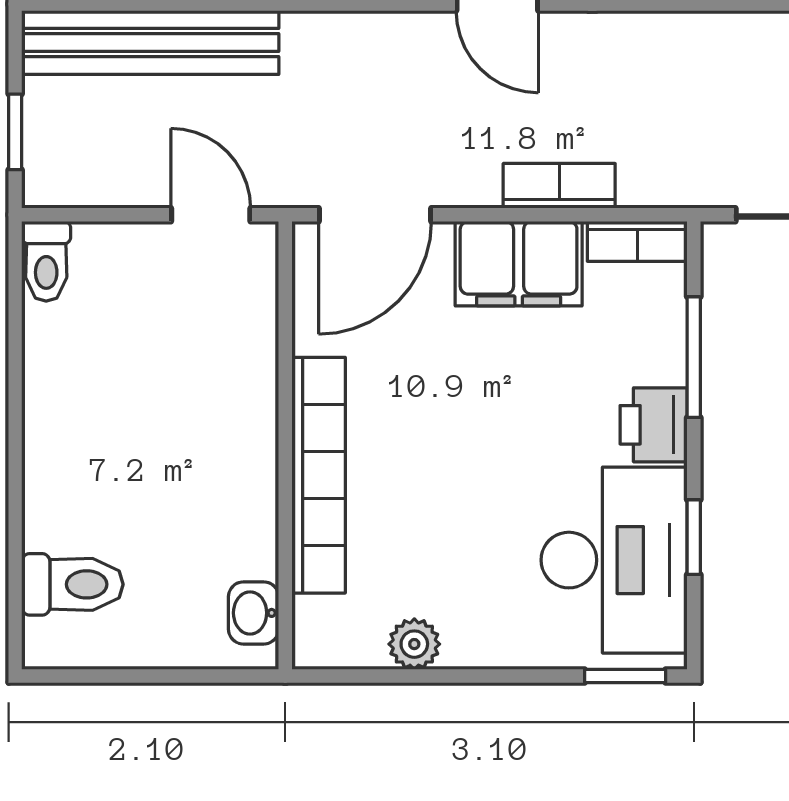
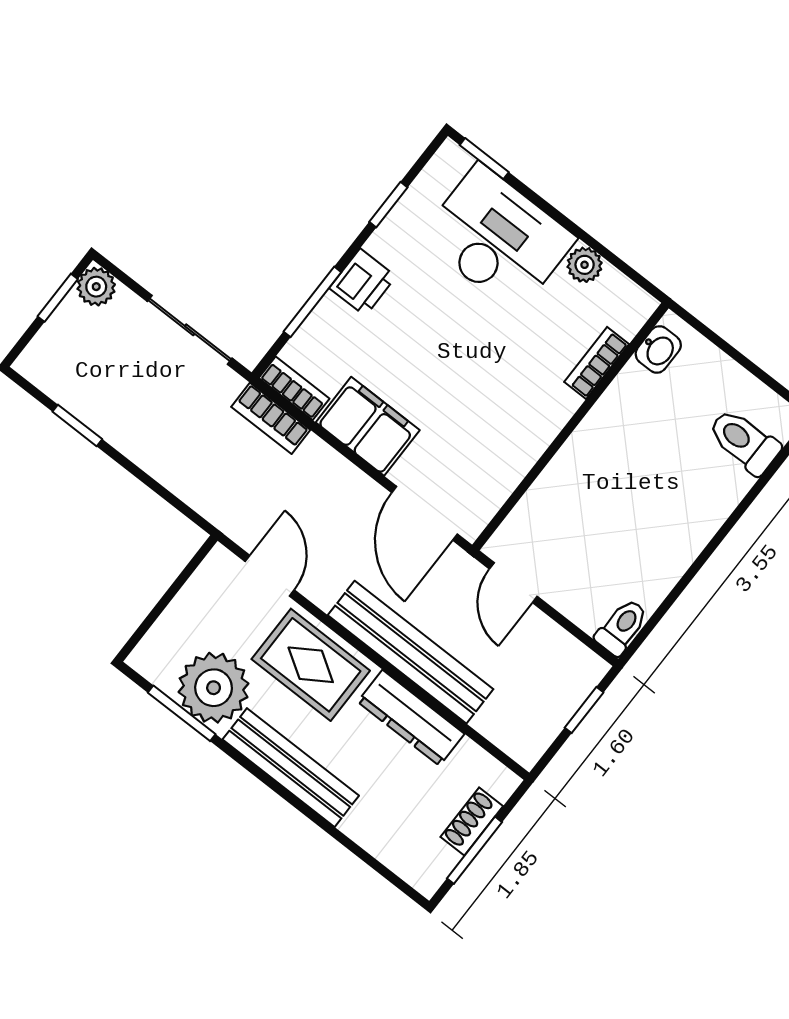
bench: (150, 43) -> (410, 652), moved
bookcase: (559, 186) -> (271, 418), moved
door: (375, 215) -> (425, 513), swing flipped
bookcase: (319, 475) -> (597, 363), width x0.43, depth x0.76
desk: (614, 560) -> (498, 238), moved, turned 90

